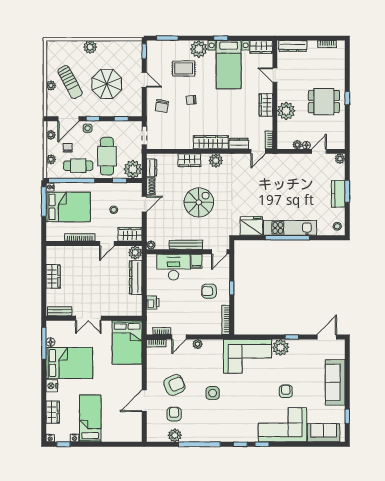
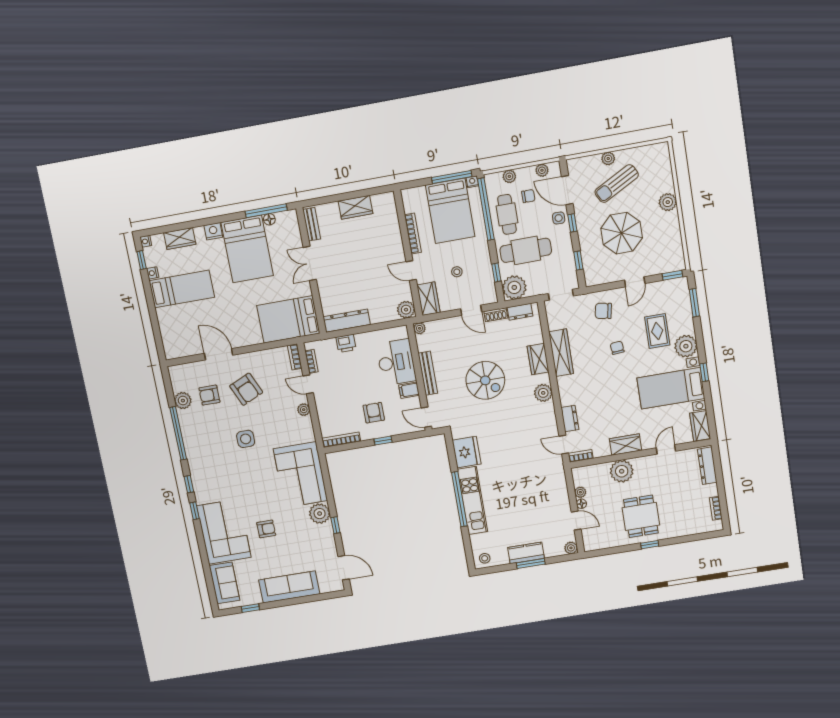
wardrobe: (211, 142) -> (561, 353), moved
dresser: (136, 277) -> (347, 321), moved
armchair: (174, 414) -> (209, 395), turned 180

